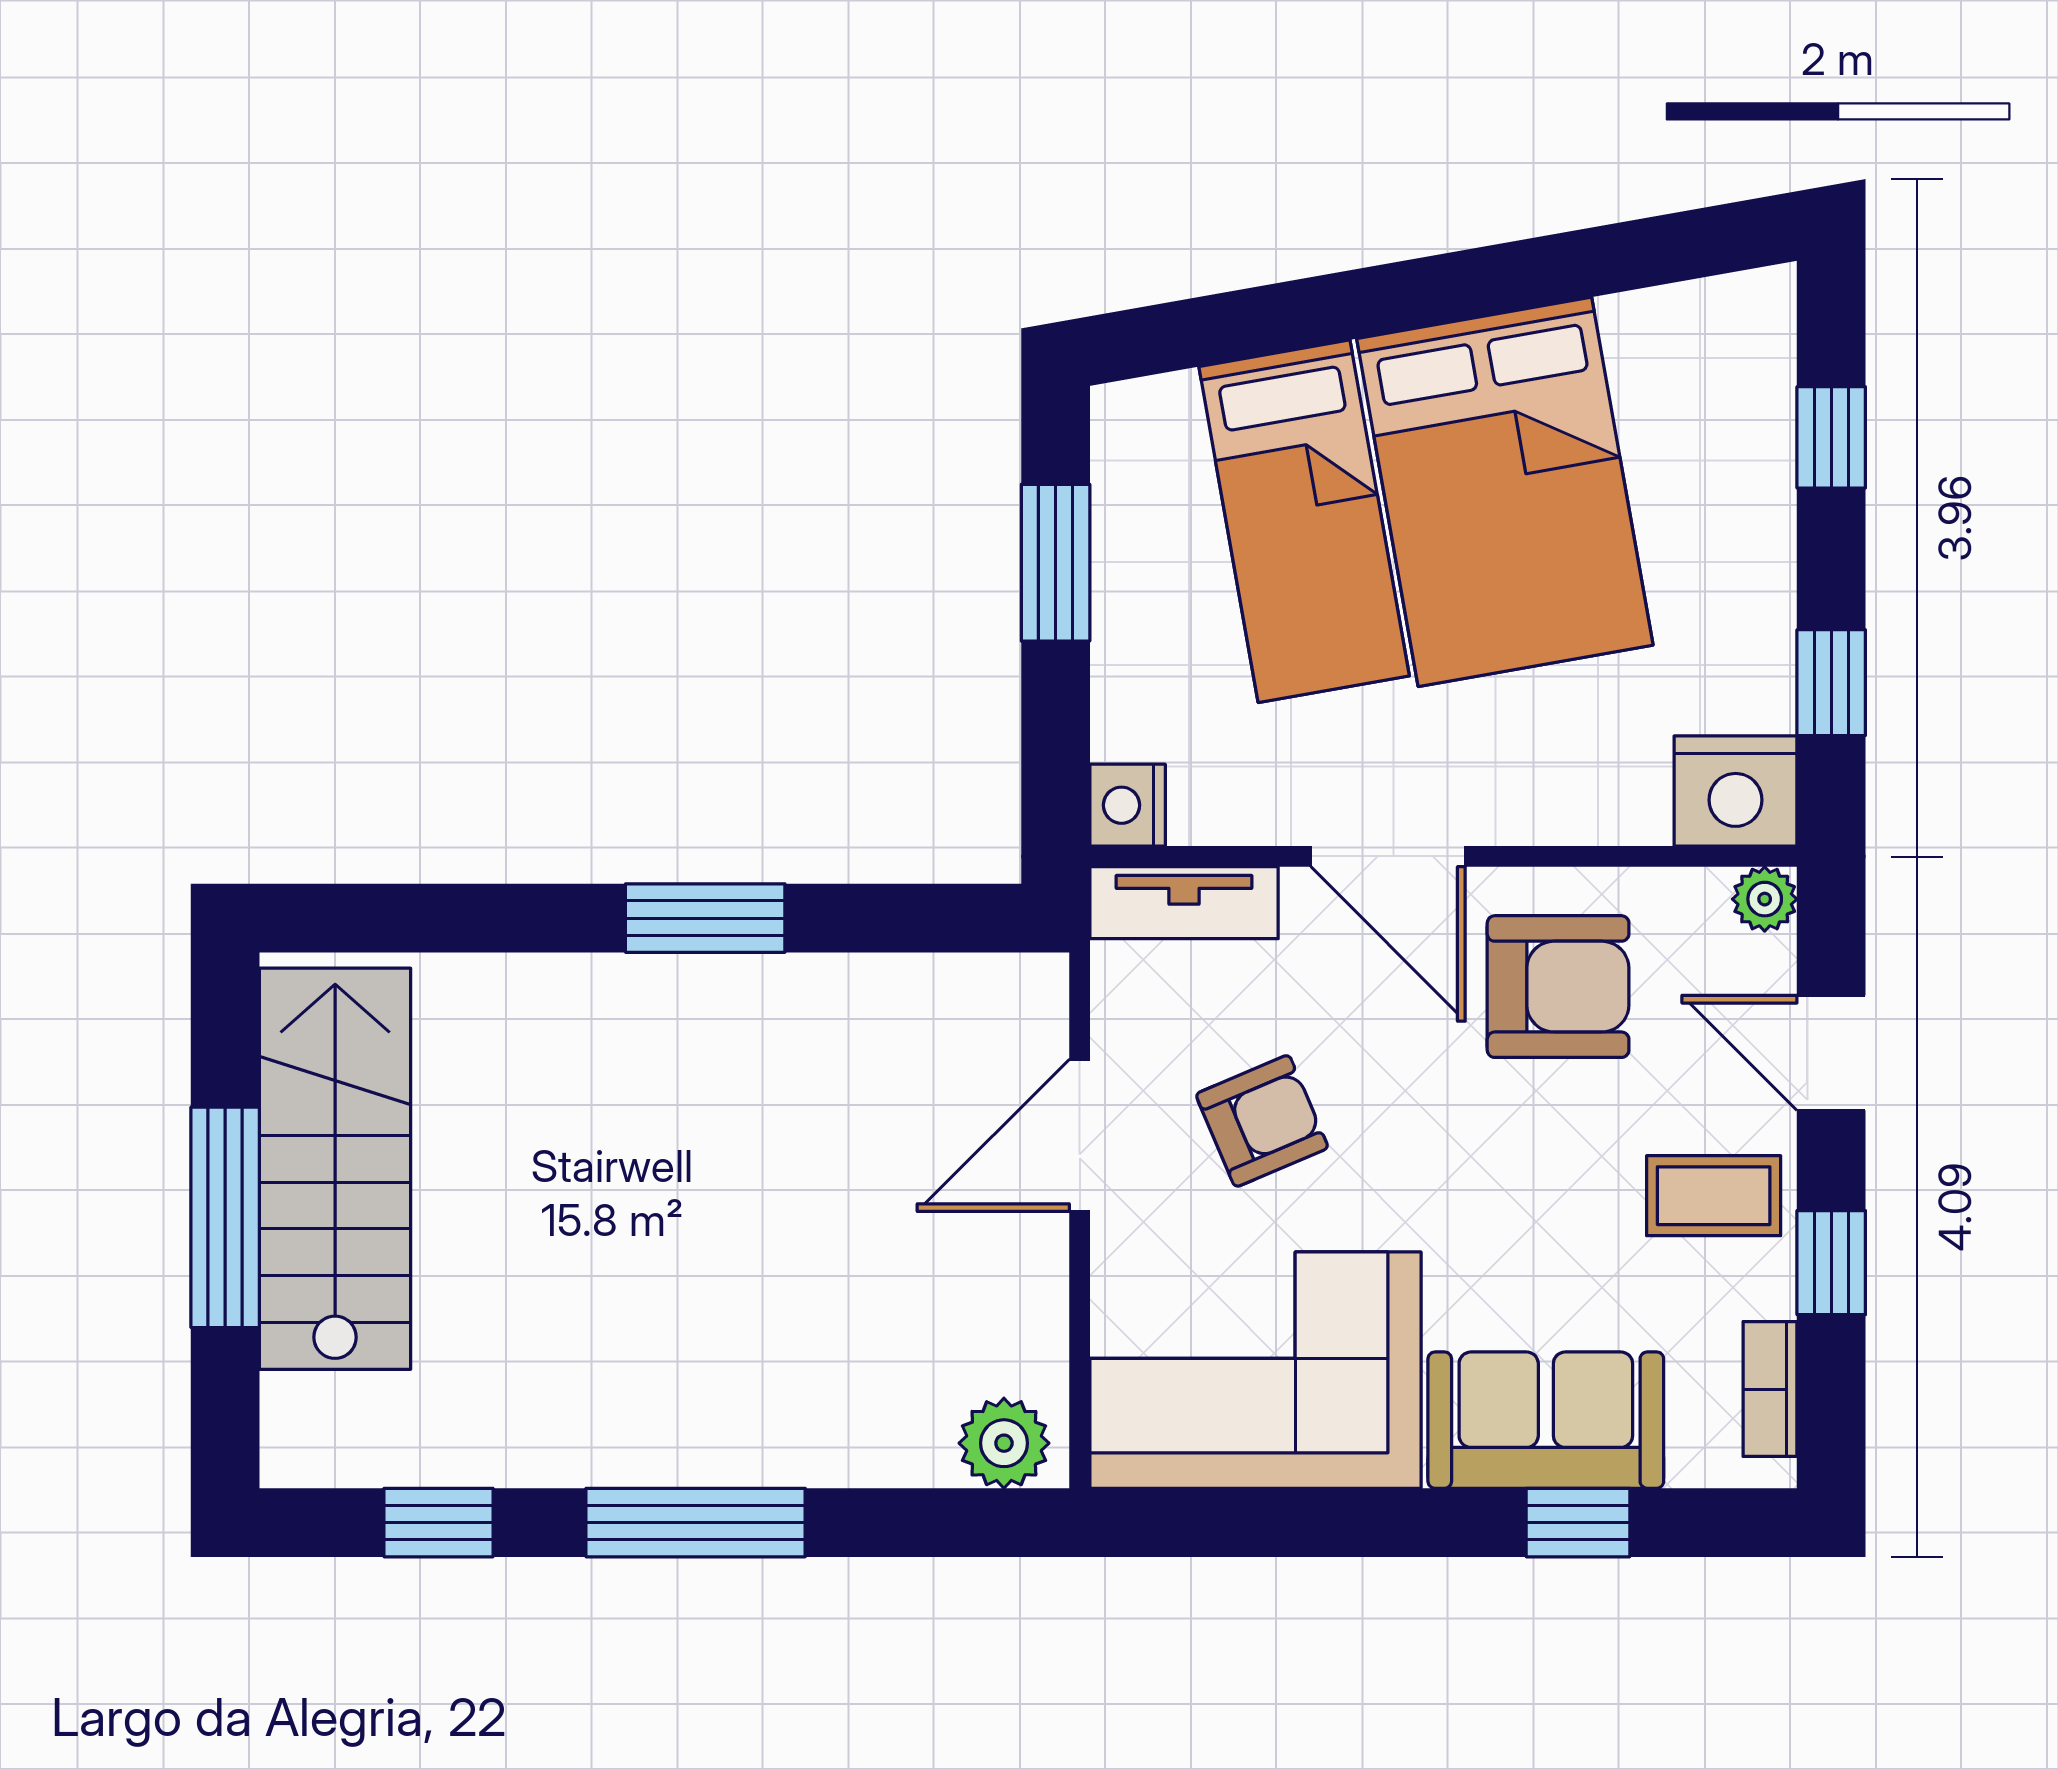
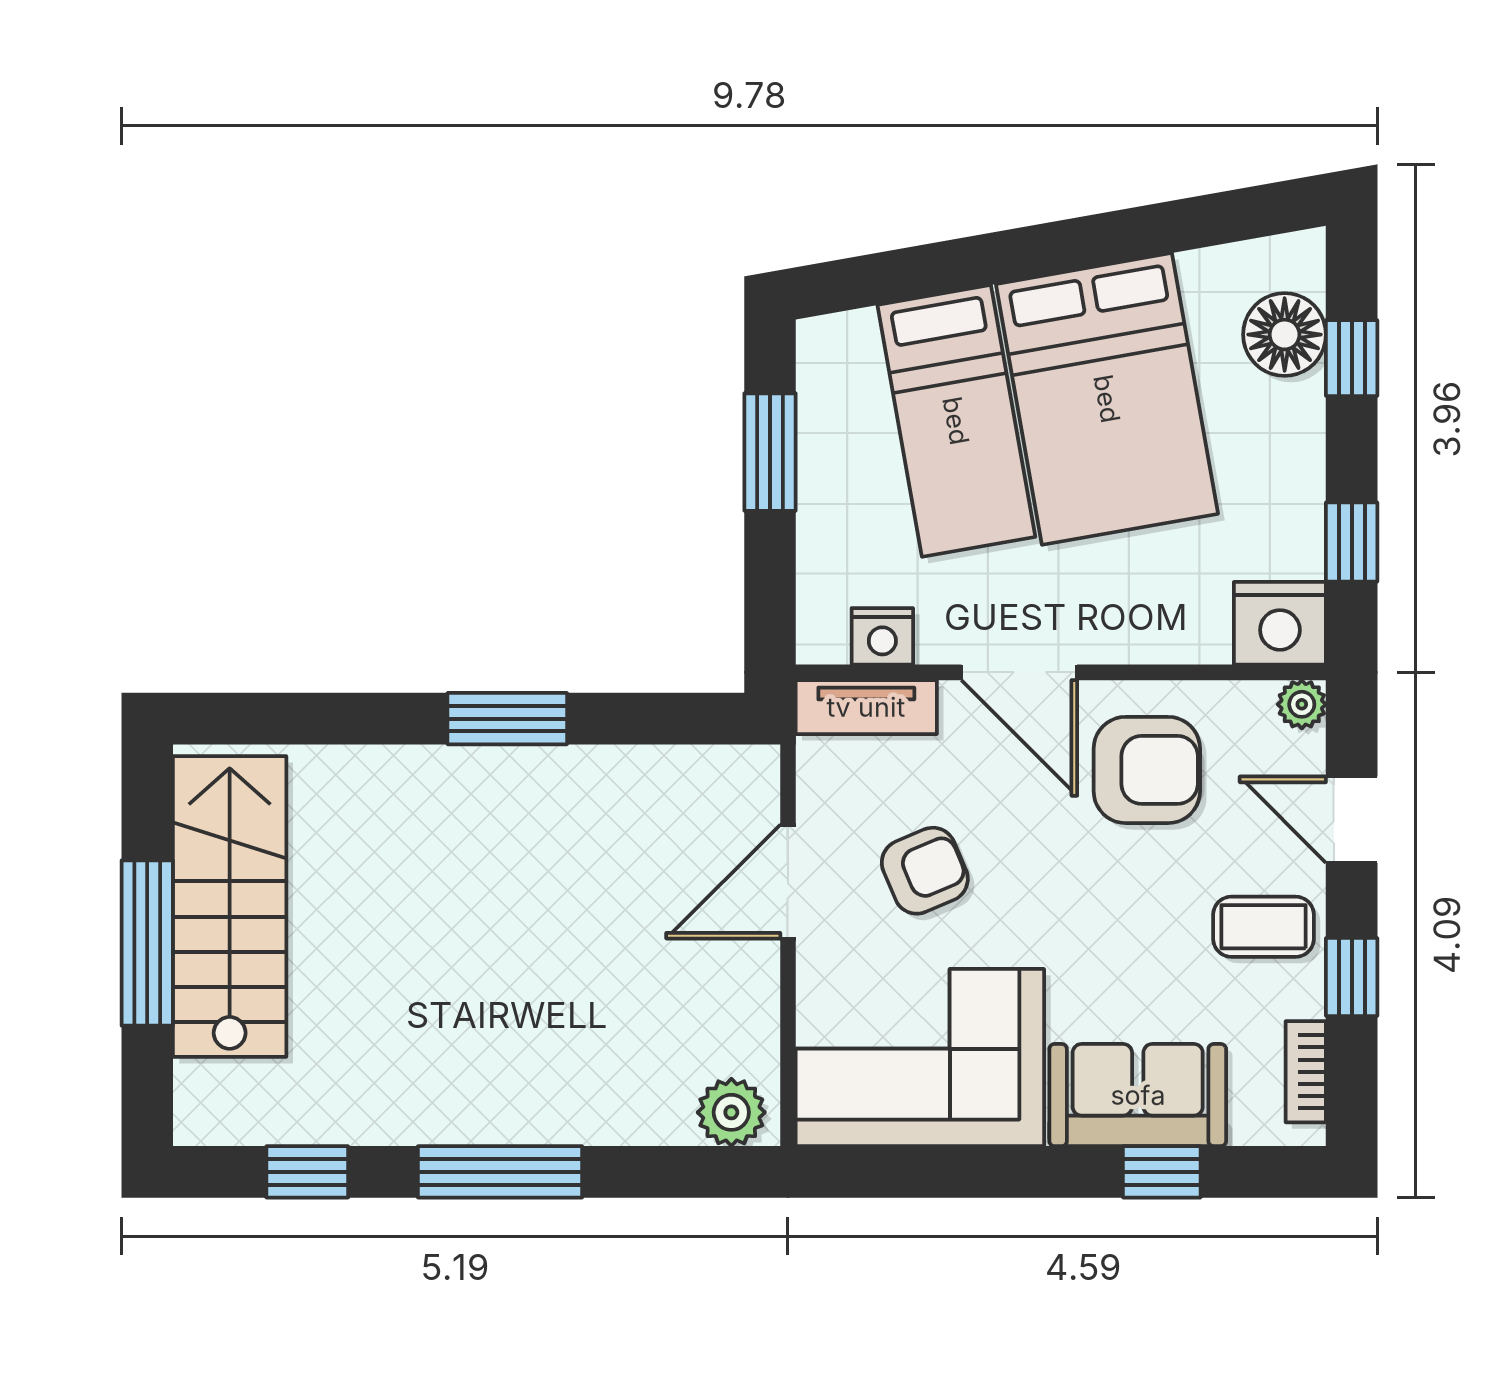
floor lamp: (1742, 406) -> (1285, 335), added
nightstand: (1128, 805) -> (882, 636), moved, turned -90

